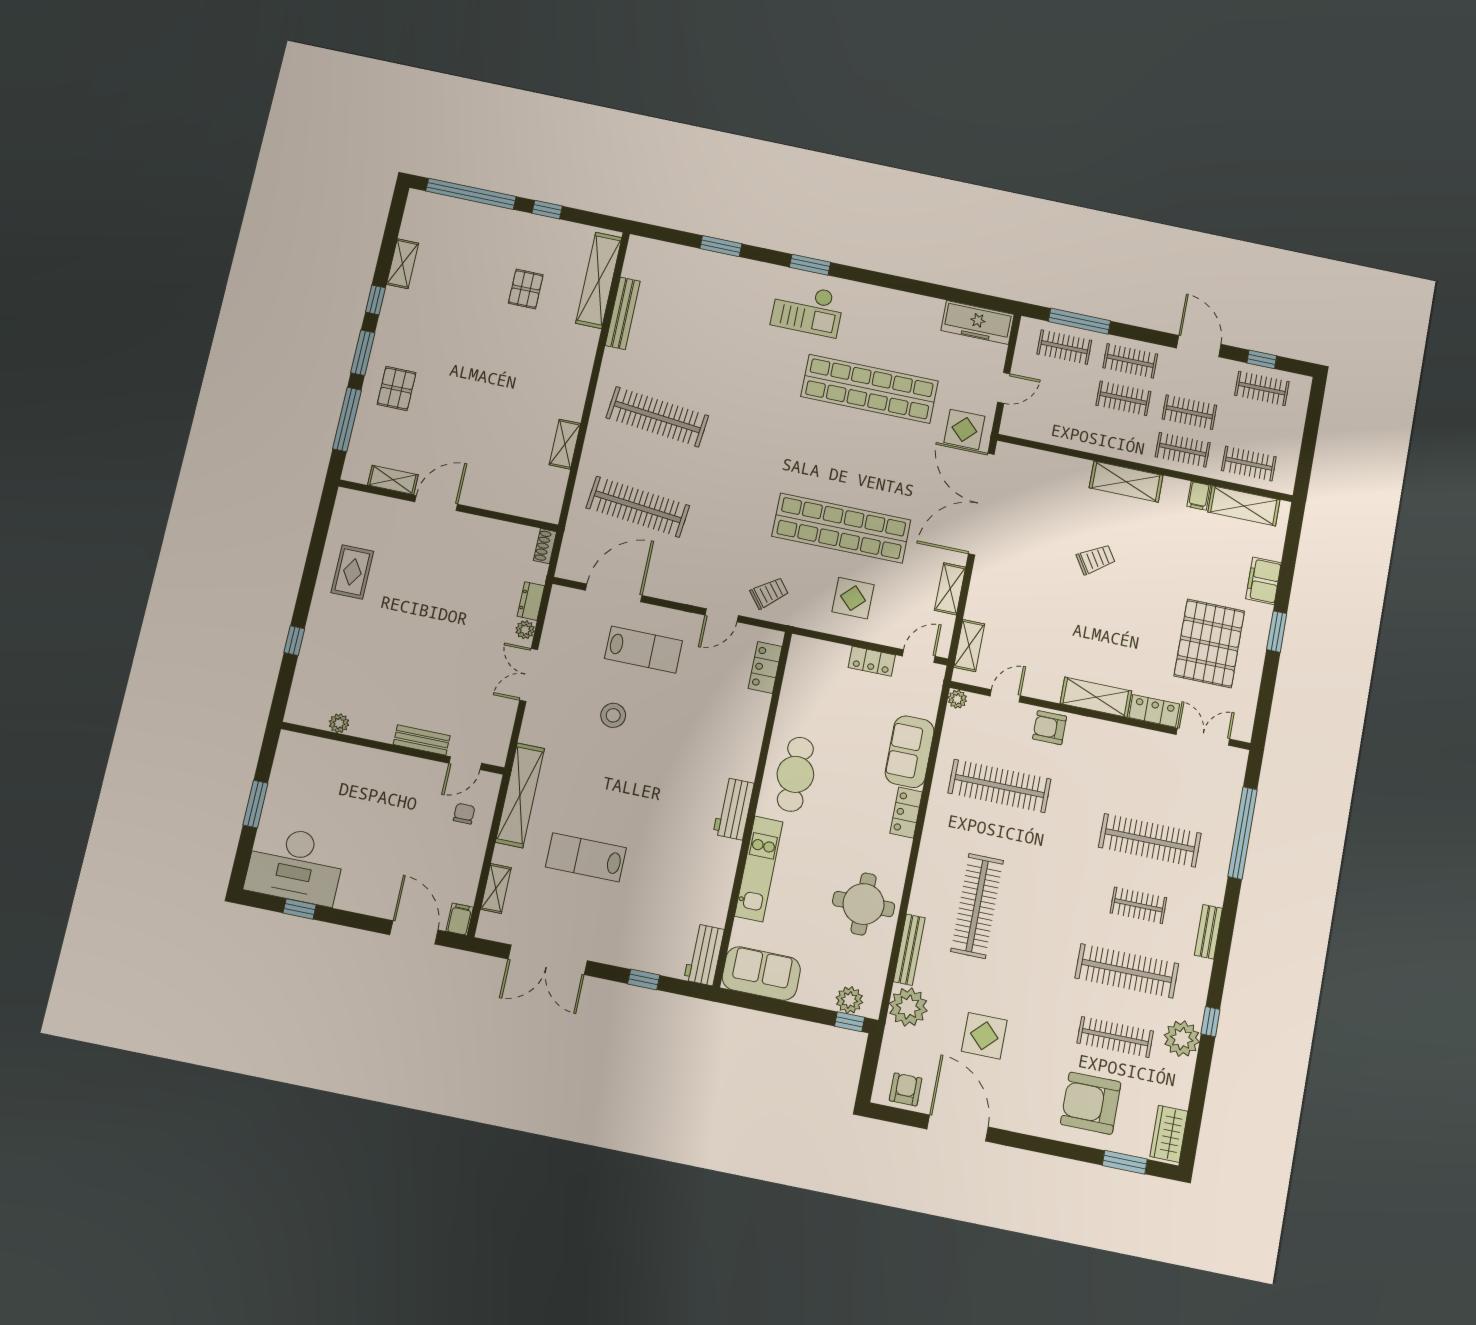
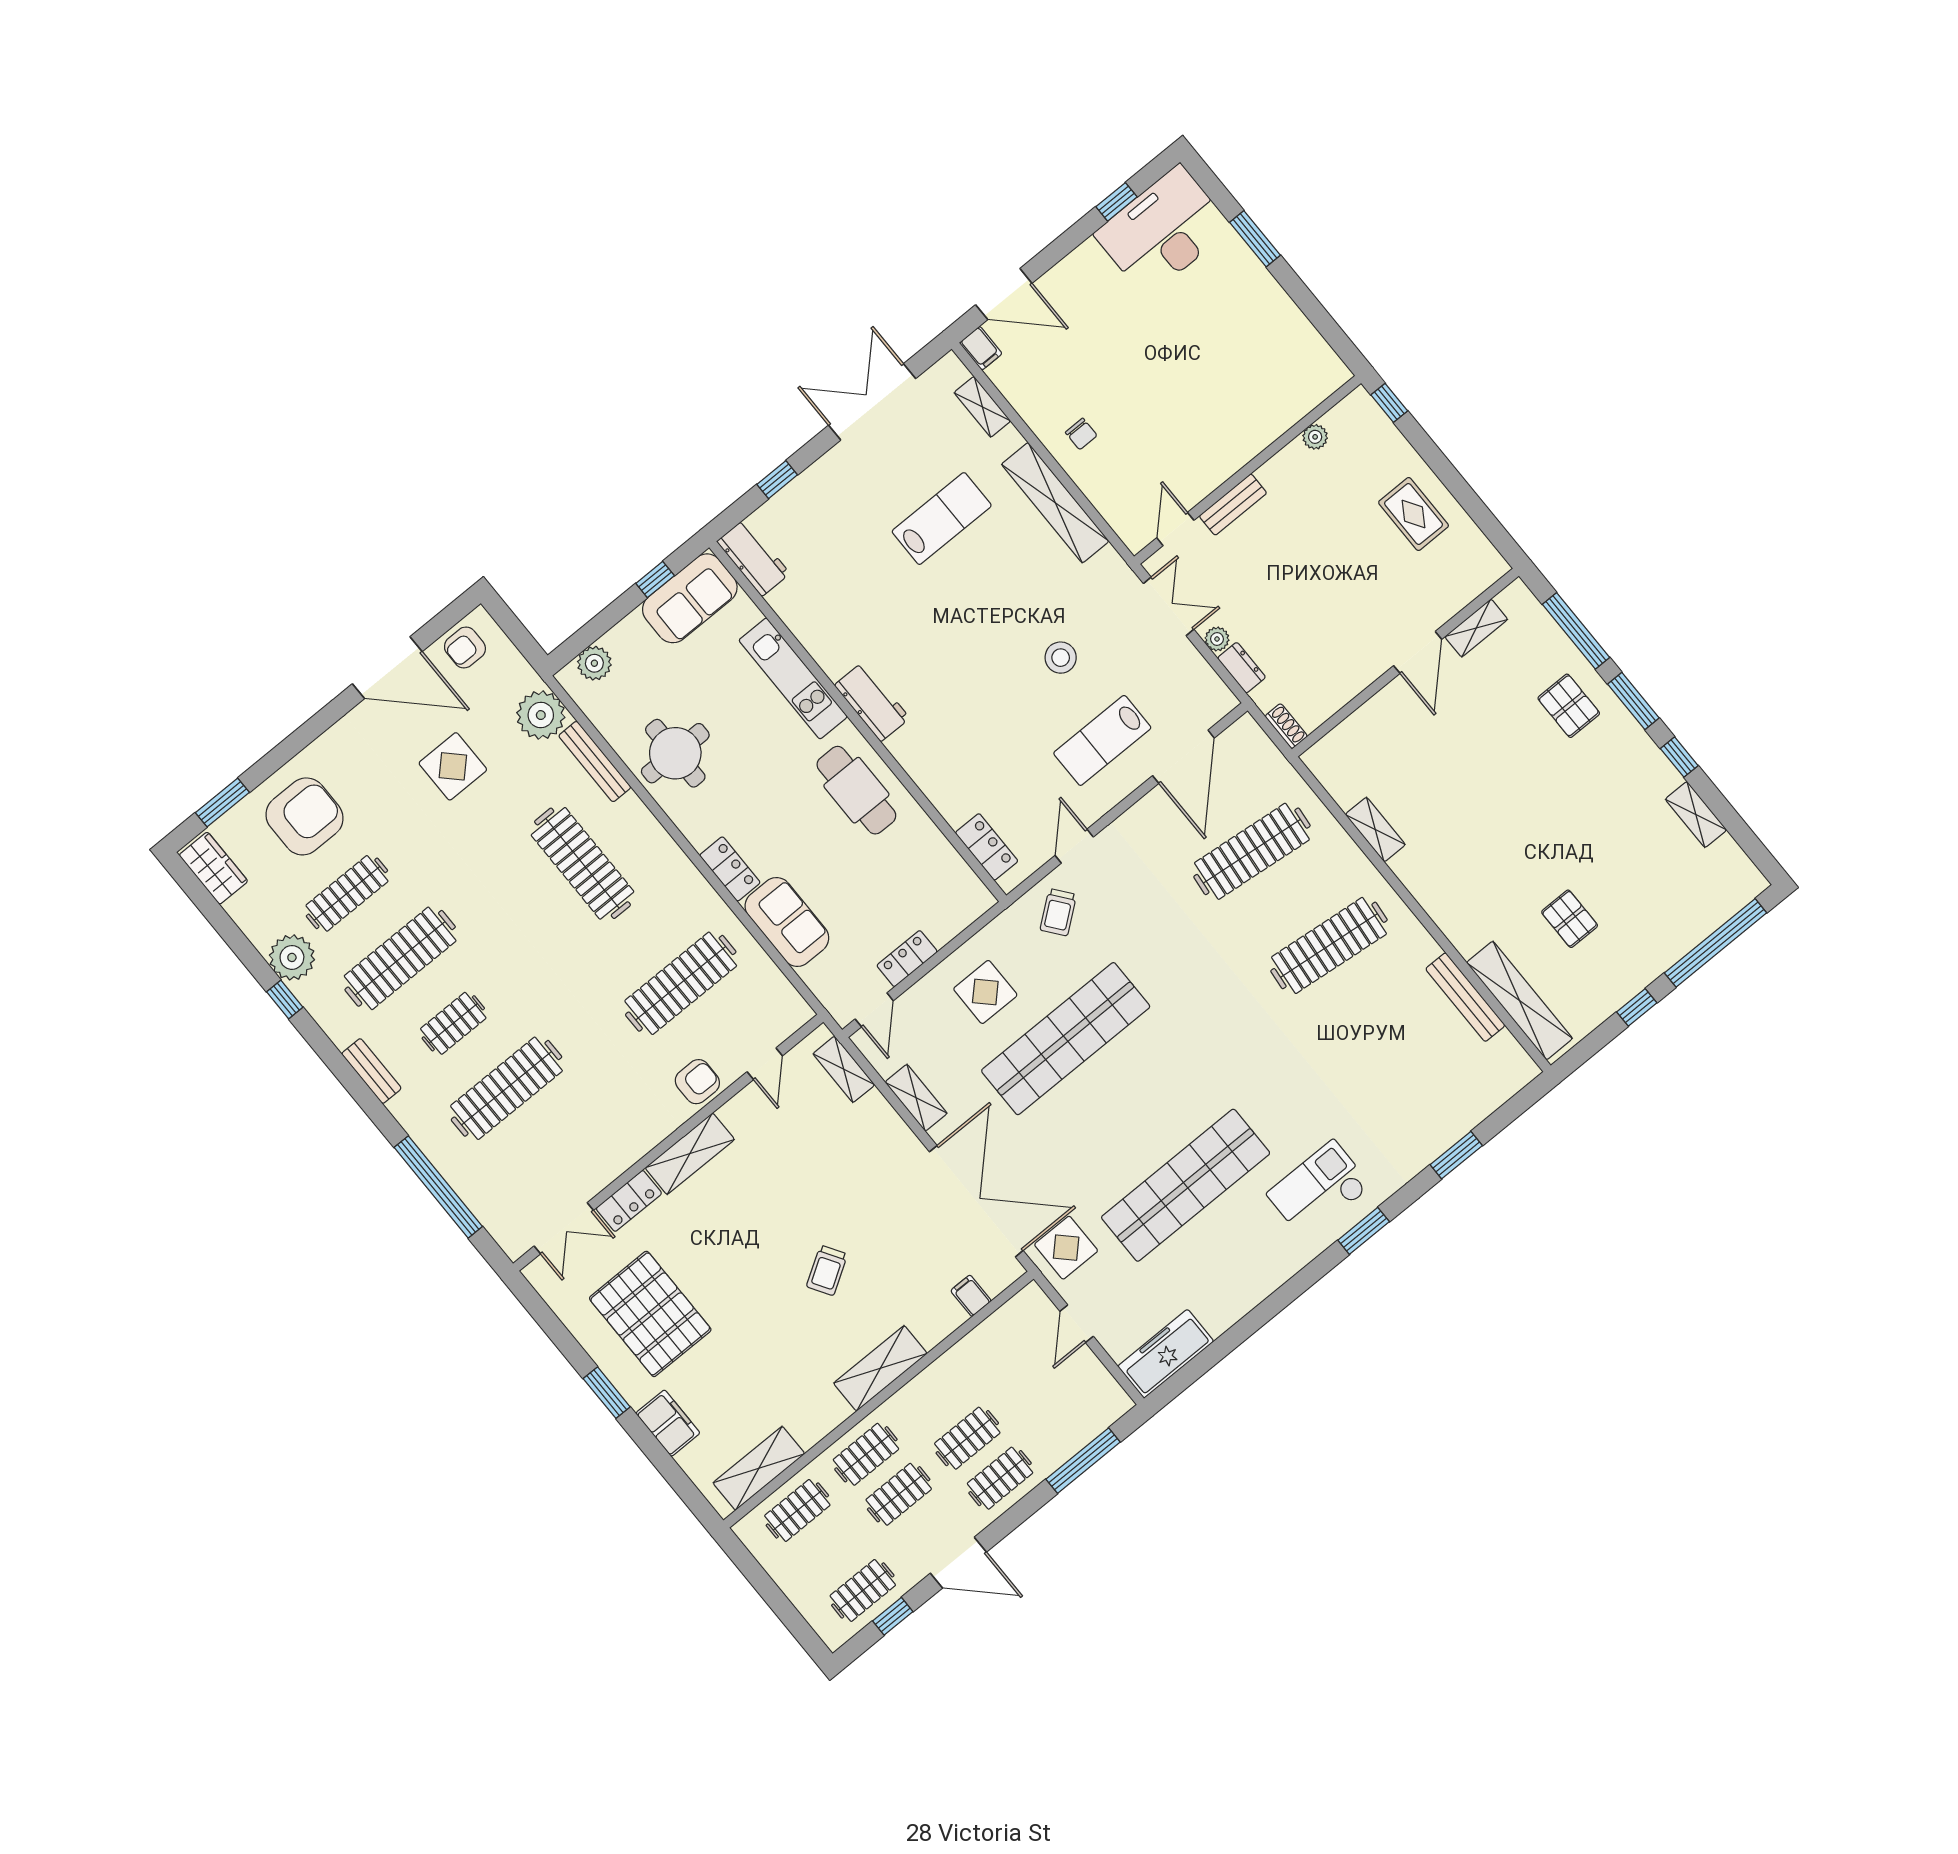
clothes rail: (1064, 347) -> (1069, 1422), removed
filing cabinet: (1199, 496) -> (971, 1296), moved
plant: (957, 699) -> (800, 1013), removed
plant: (339, 723) -> (1315, 437), moved
bench: (422, 740) -> (1233, 505), moved
wall: (393, 748) -> (1248, 470), moved
door: (465, 763) -> (1175, 529), moved
window: (850, 1022) -> (655, 580), moved
armchair: (906, 1089) -> (465, 647), turned 90

